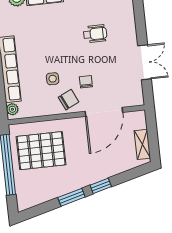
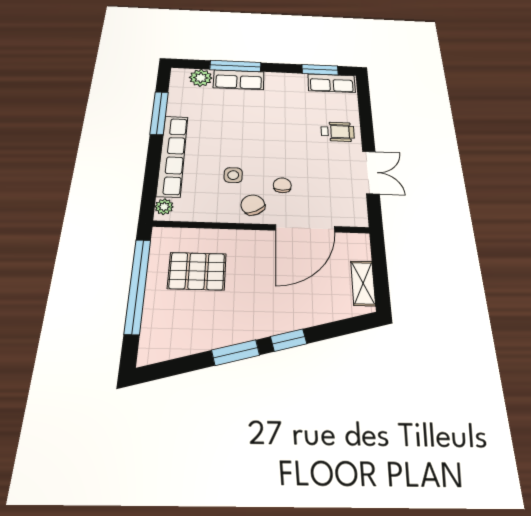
wheelchair: (95, 34) -> (338, 132), moved
chair: (69, 100) -> (253, 205), turned -92
pallet: (41, 151) -> (197, 271), width x0.73, depth x0.71

